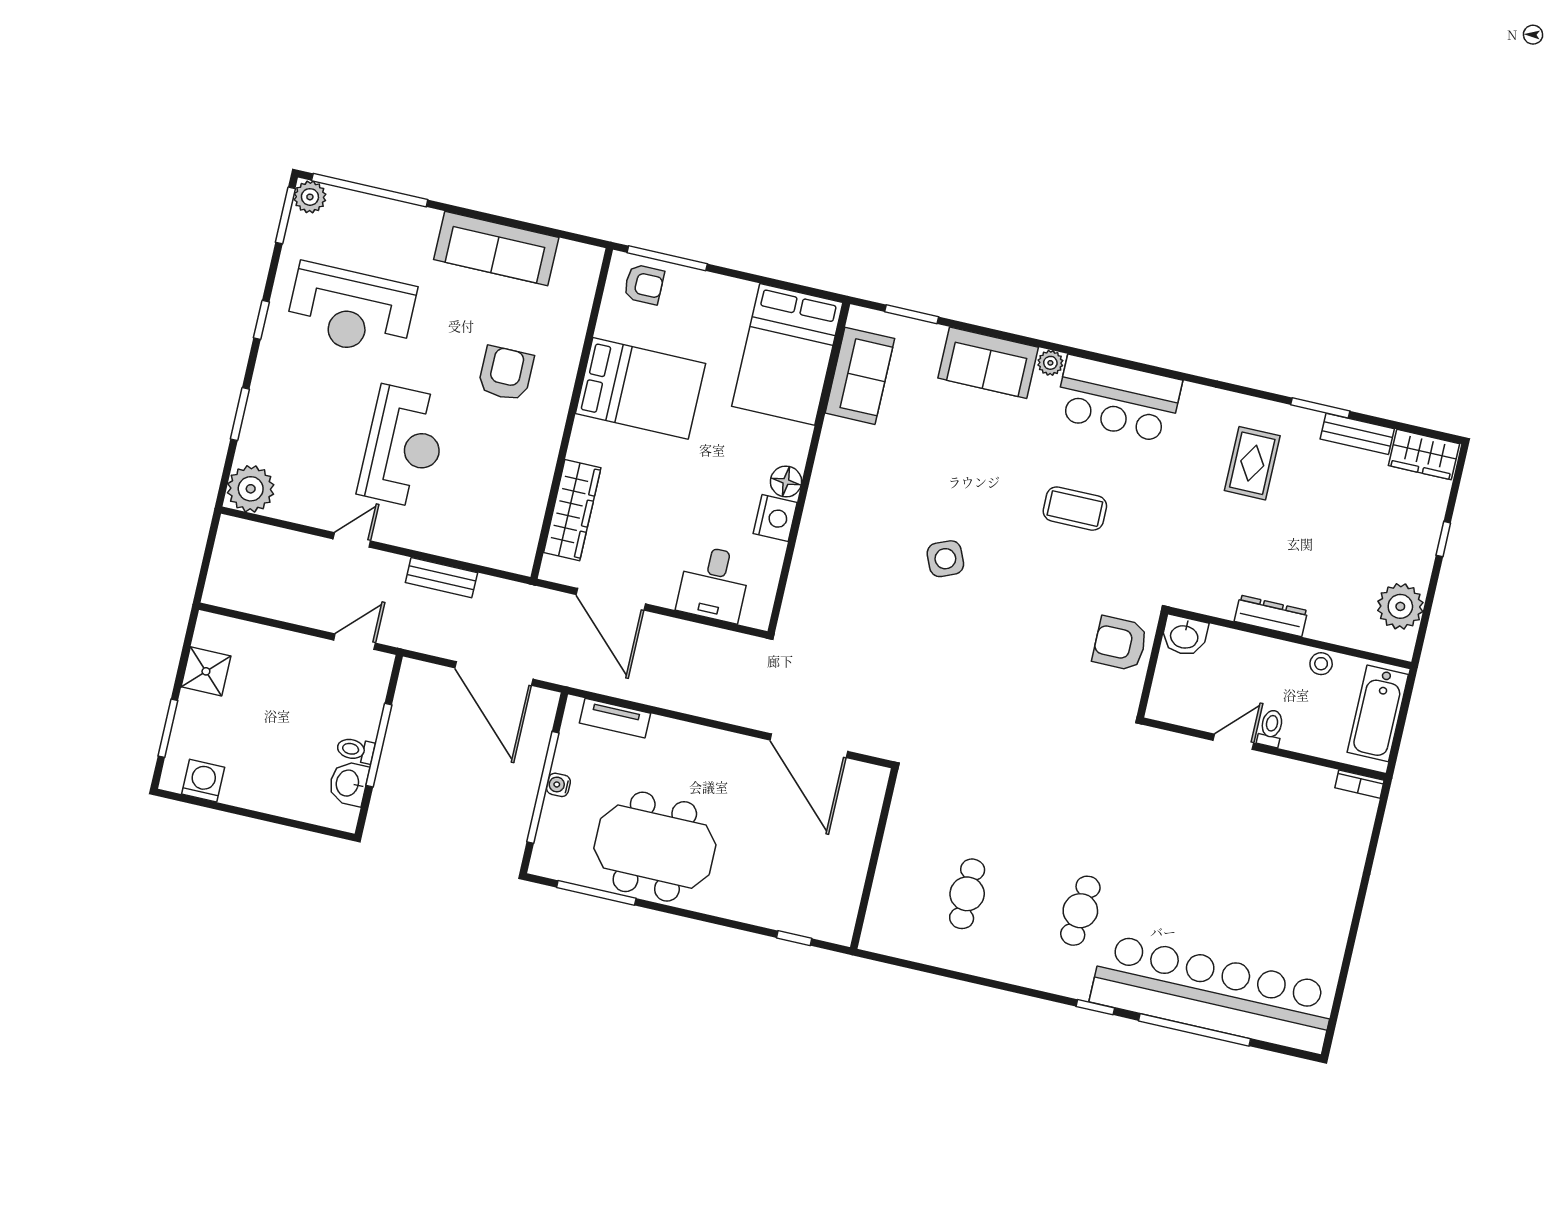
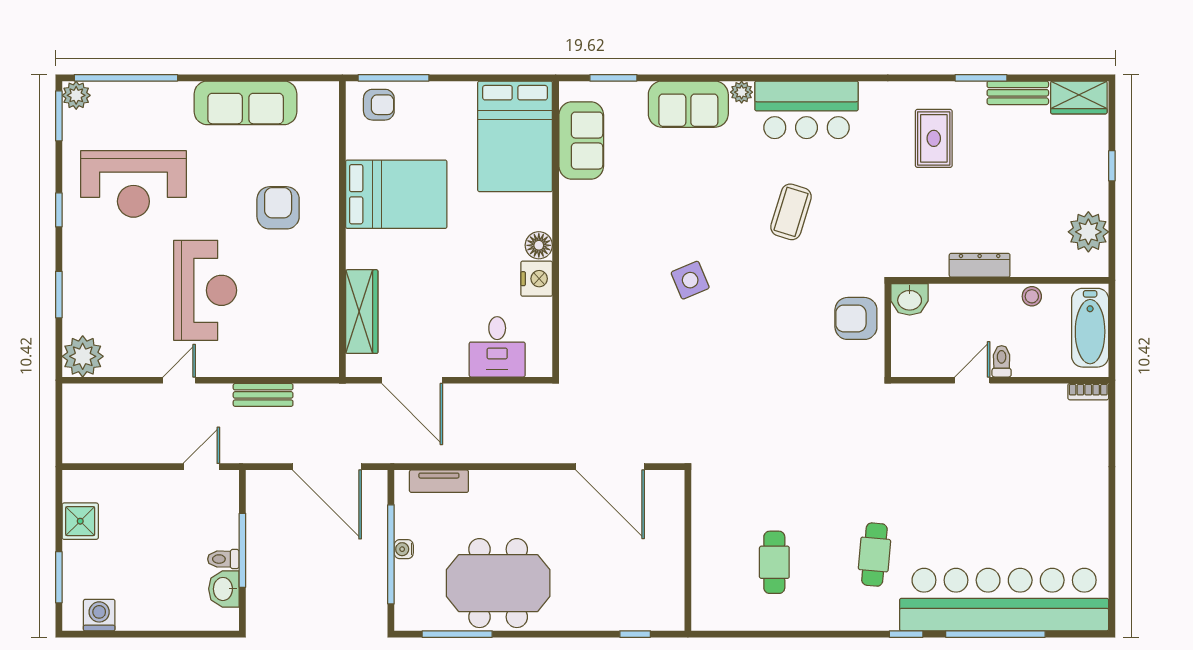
coffee table: (1075, 509) -> (791, 212), turned -73

